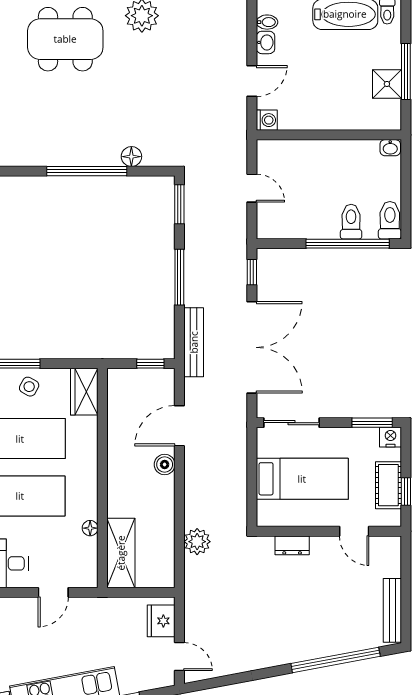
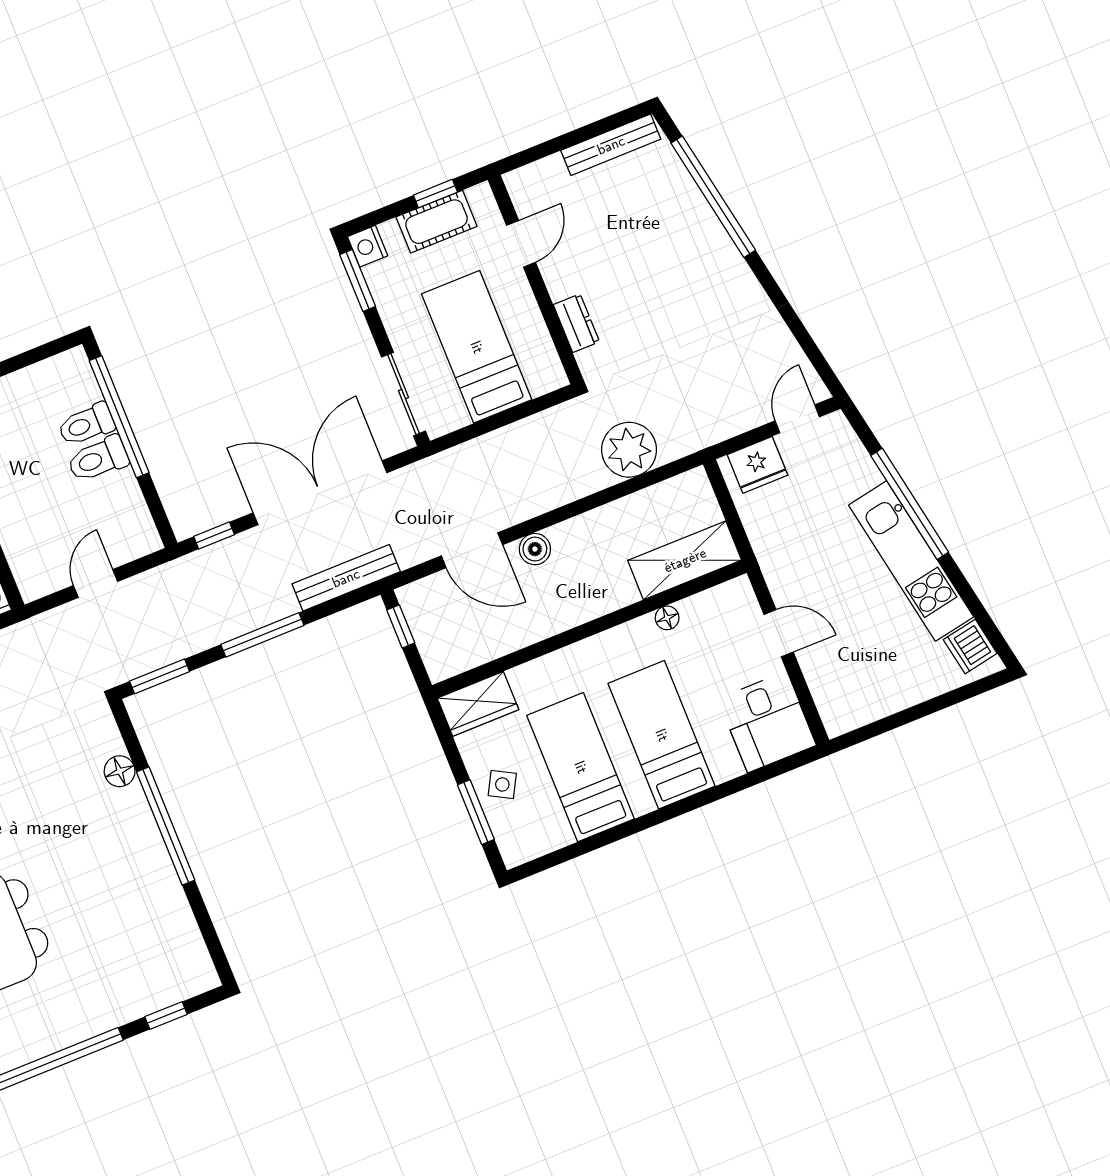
toilet: (390, 220) -> (98, 459), moved
plant: (197, 542) -> (629, 450), width x1.36, depth x1.36

